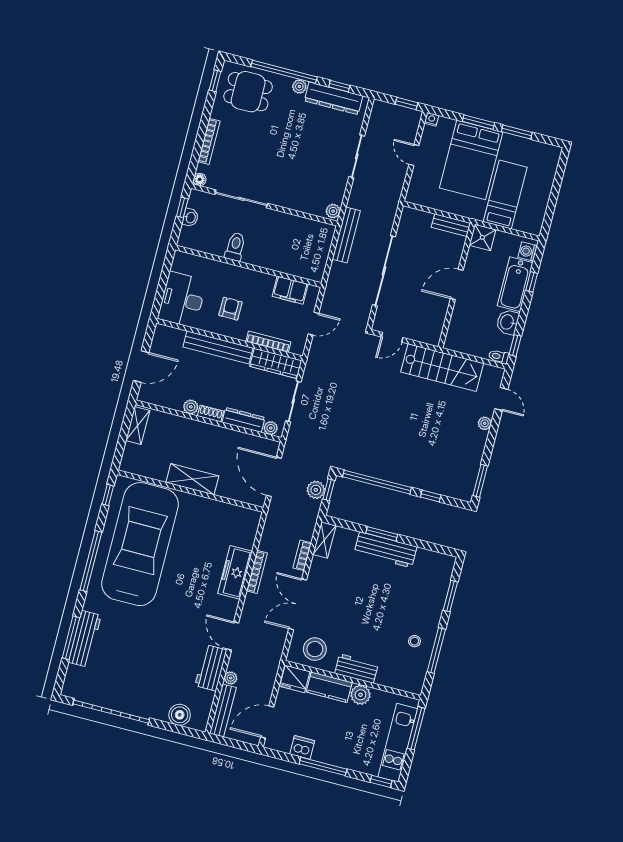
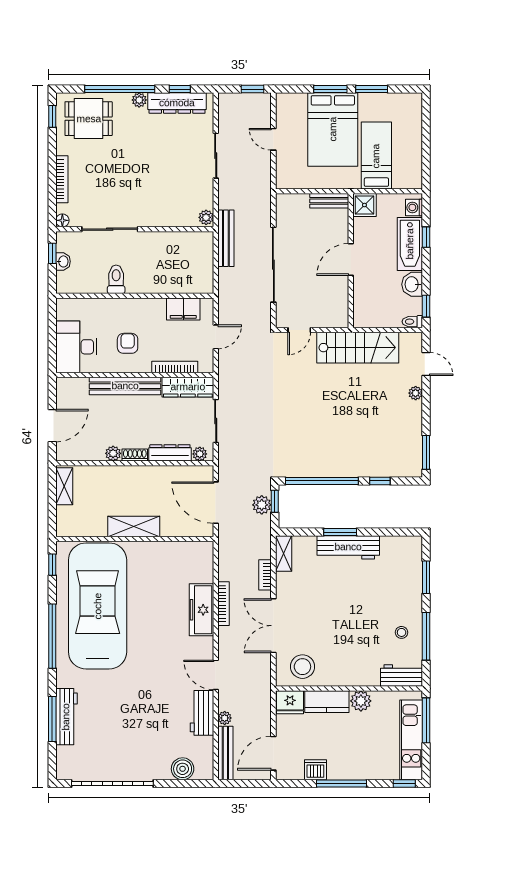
nightstand: (431, 119) -> (282, 99), removed
workbench: (356, 669) -> (402, 675), moved

